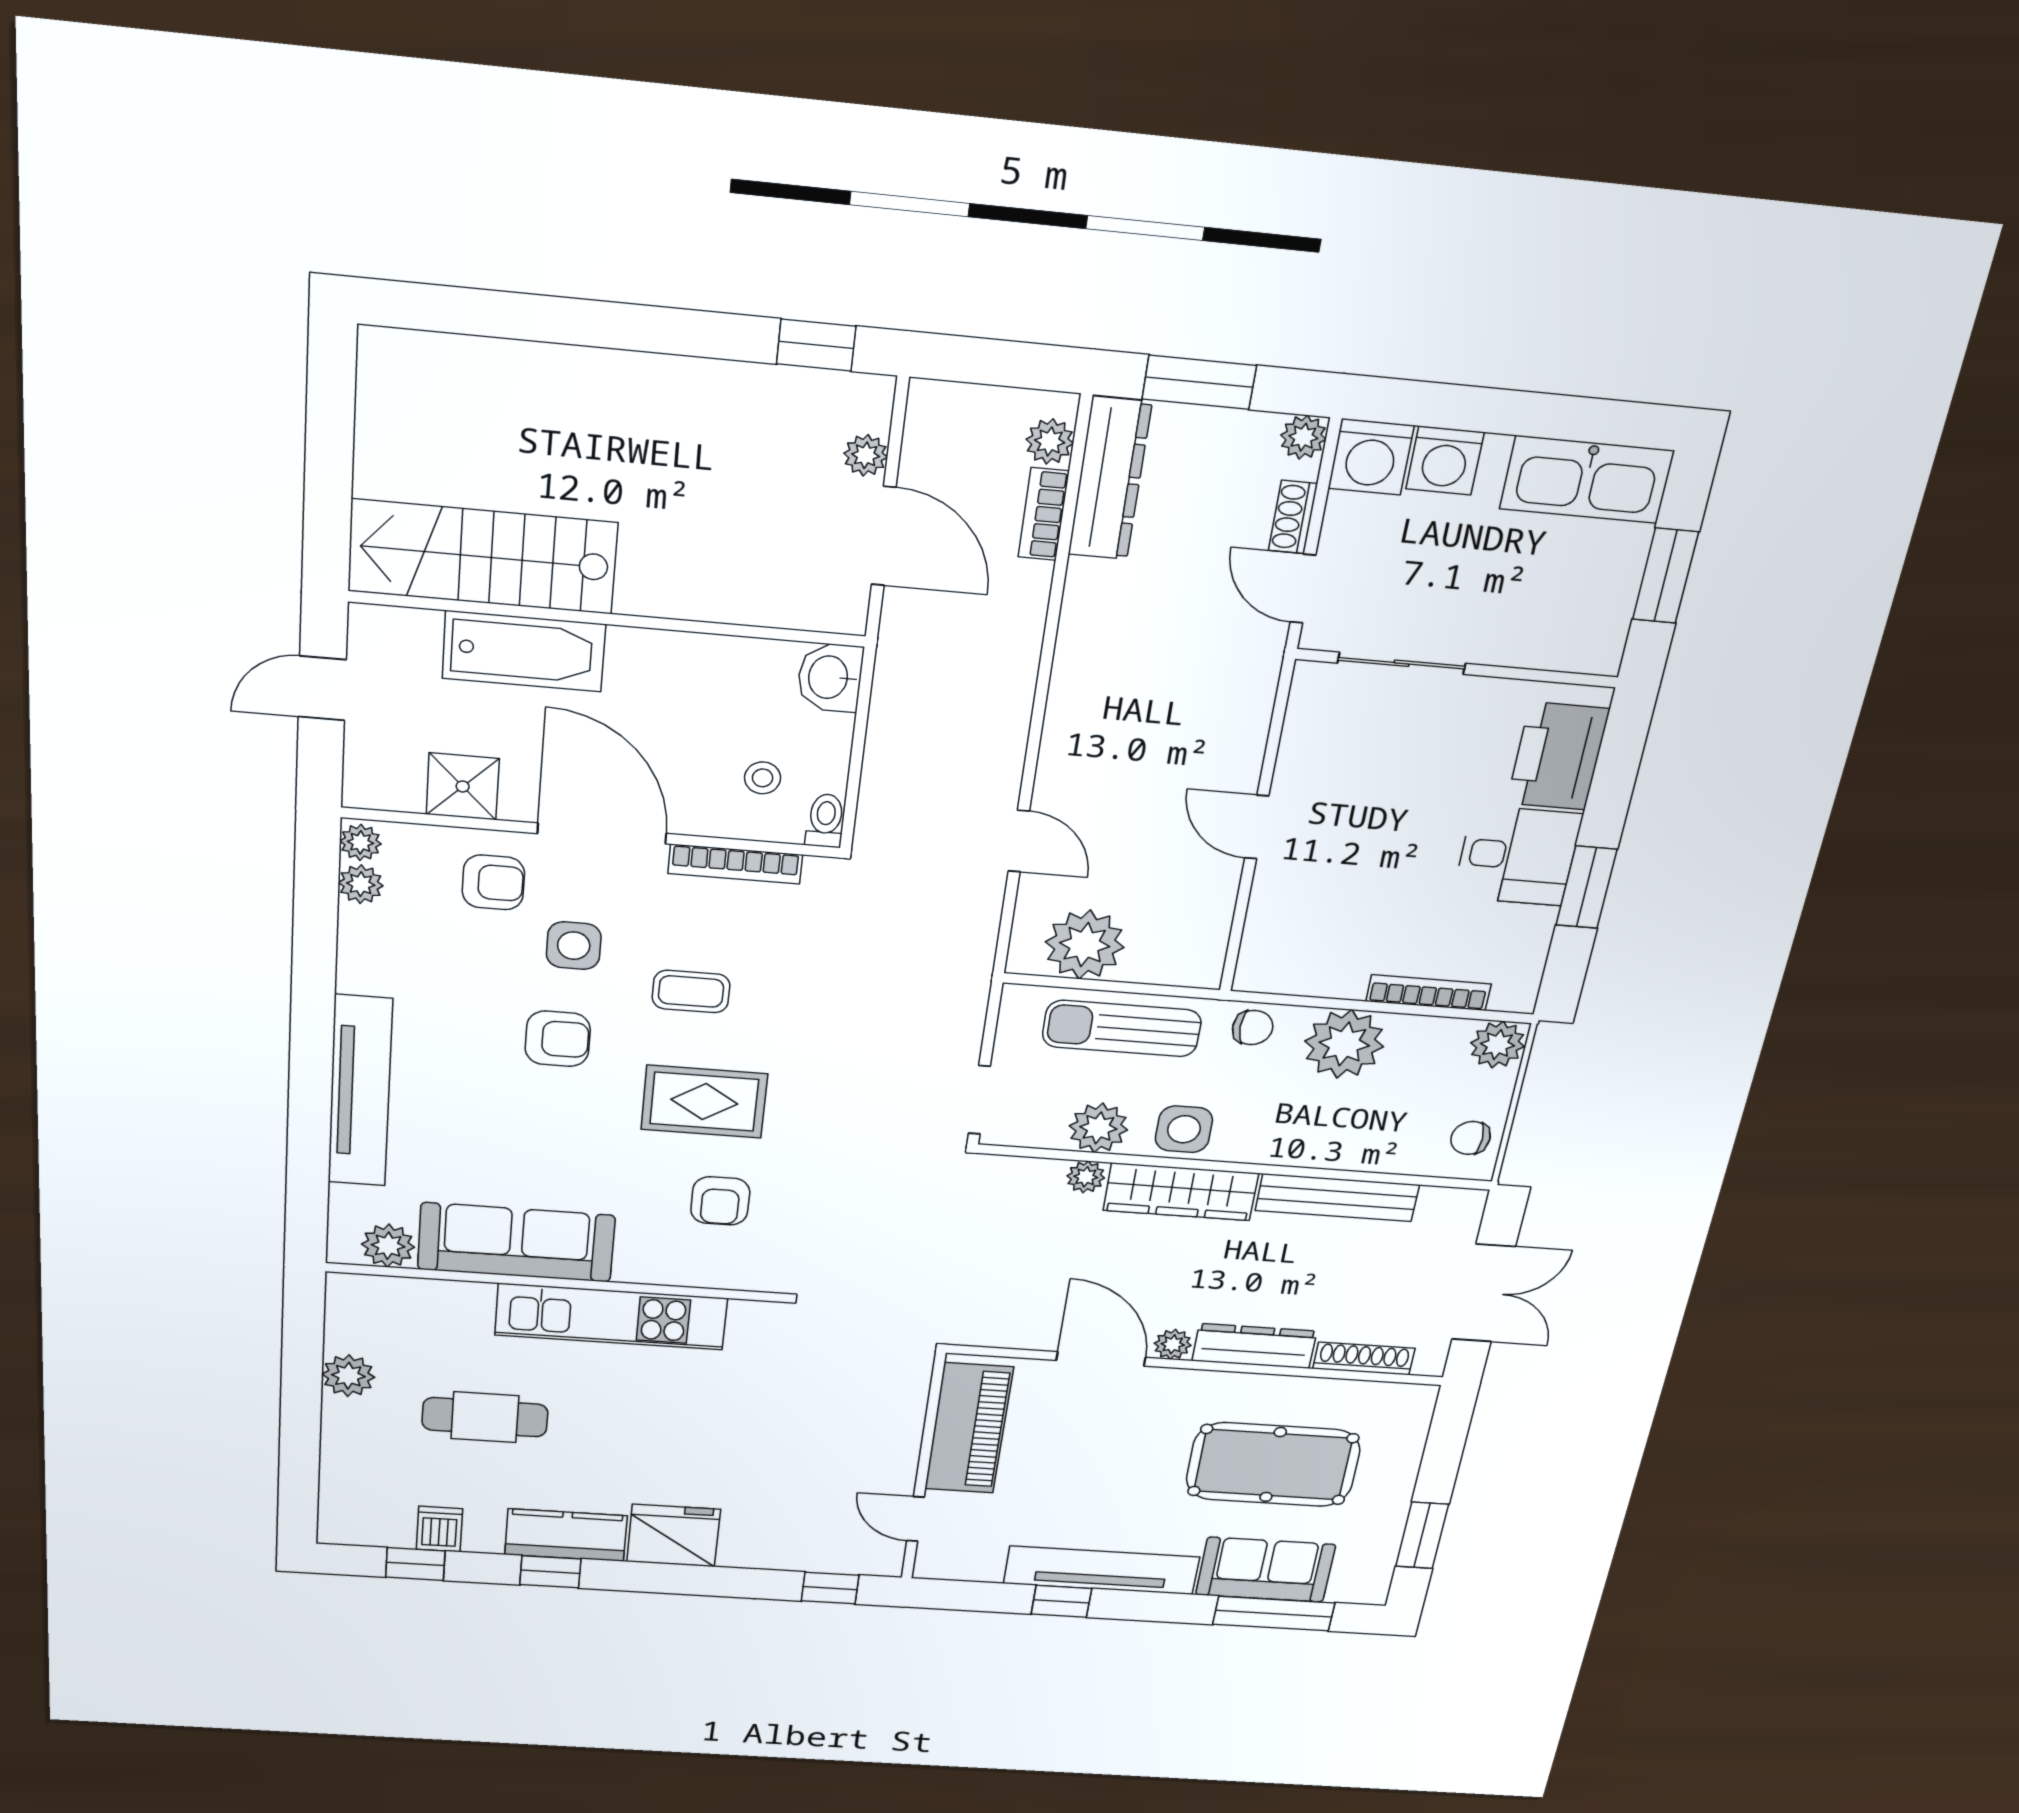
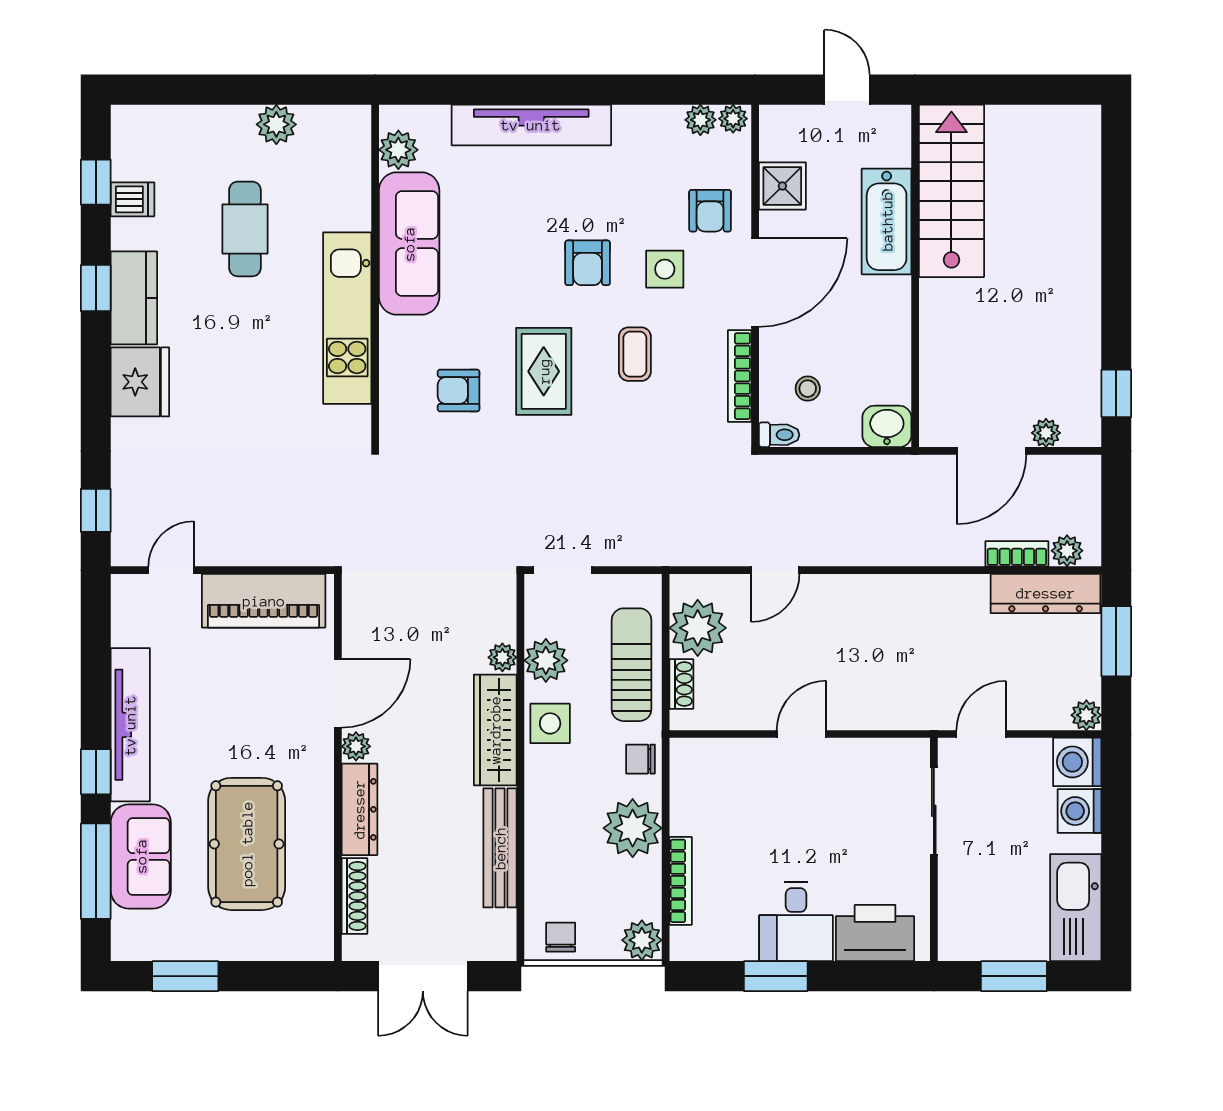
shoe rack: (1293, 517) -> (681, 684), moved, turned 90
chair: (1253, 1028) -> (641, 759), turned 90
window: (1061, 1601) -> (96, 772), moved

